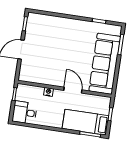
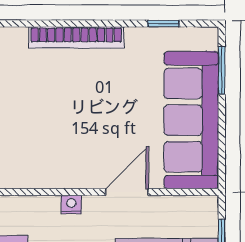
bookcase: (61, 21) -> (76, 37), added
door: (73, 90) -> (127, 192), hinge flipped

